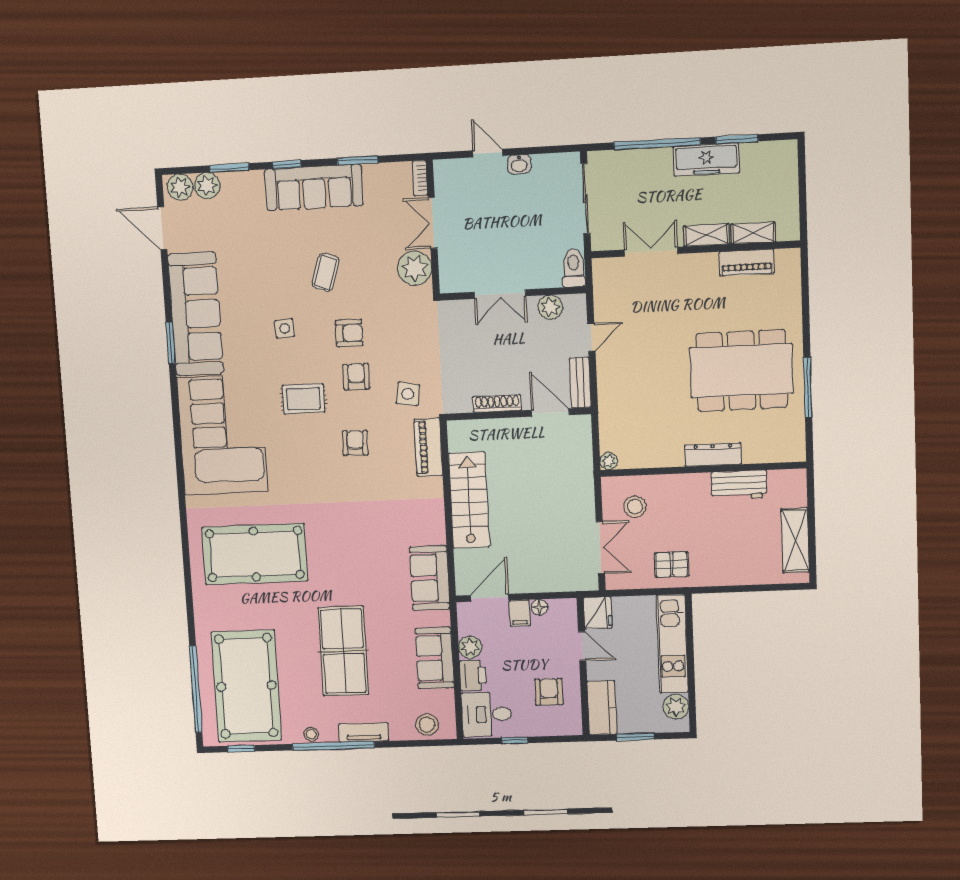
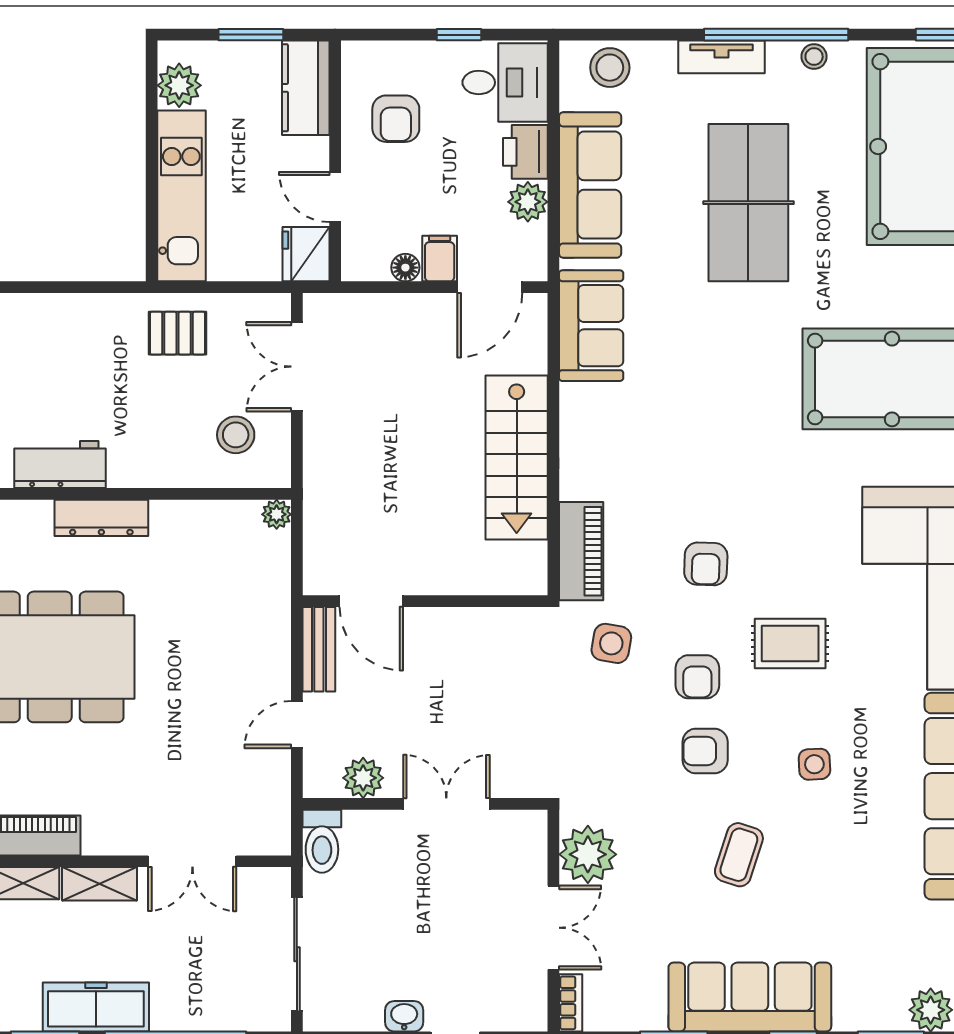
shoe rack: (497, 403) -> (460, 620), removed
sofa: (435, 658) -> (590, 185), width x1.36

